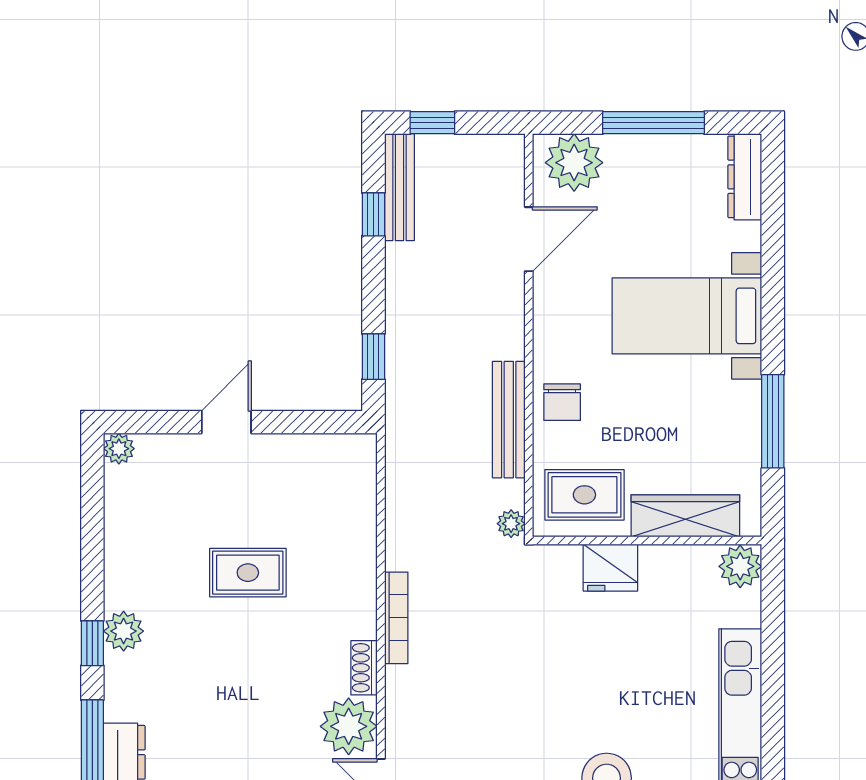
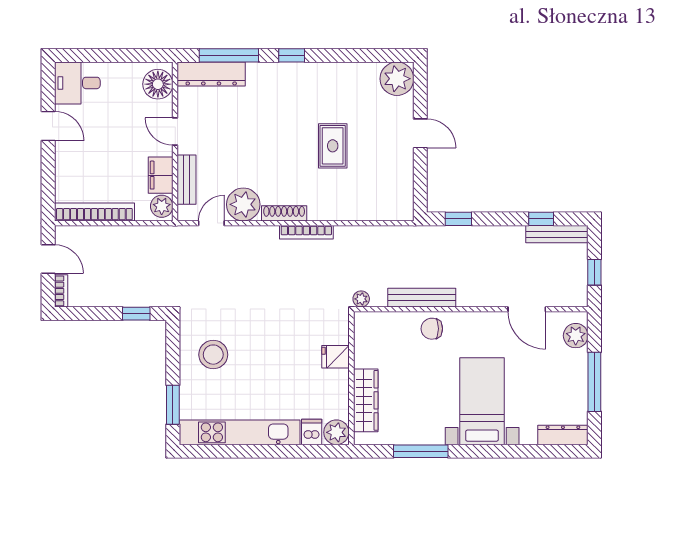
window: (432, 123) -> (594, 272), moved
plant: (574, 163) -> (576, 336), width x0.73, depth x0.73
plant: (119, 449) -> (397, 79), width x1.87, depth x1.87
rug: (584, 495) -> (378, 342), removed
fridge: (610, 568) -> (336, 357), width x0.72
dishwasher: (740, 609) -> (312, 432), added
plant: (124, 631) -> (299, 74), removed
shoe rack: (364, 668) -> (284, 213), width x1.43

